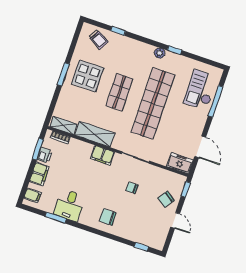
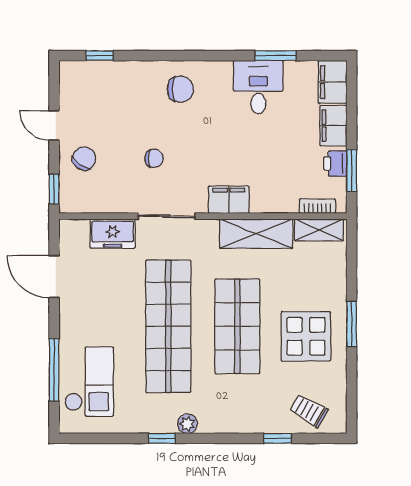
shop shelf: (119, 92) -> (237, 326), width x1.43, depth x1.36
freezer: (180, 163) -> (113, 234), moved
filing cabinet: (32, 195) -> (333, 82), width x2.00

